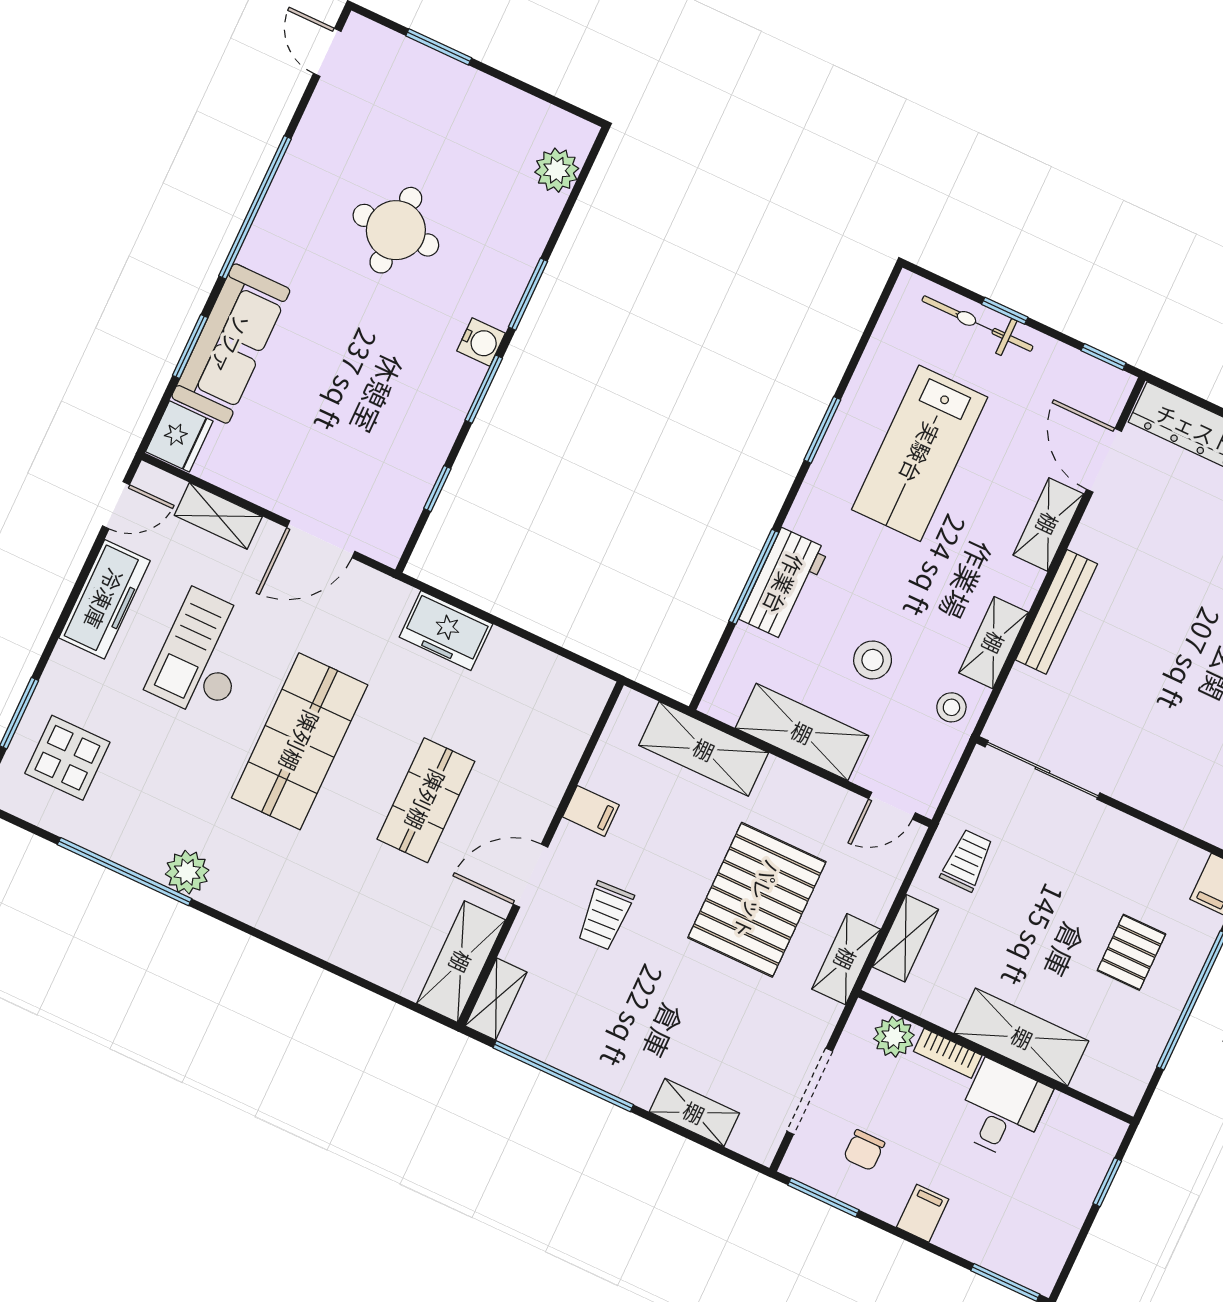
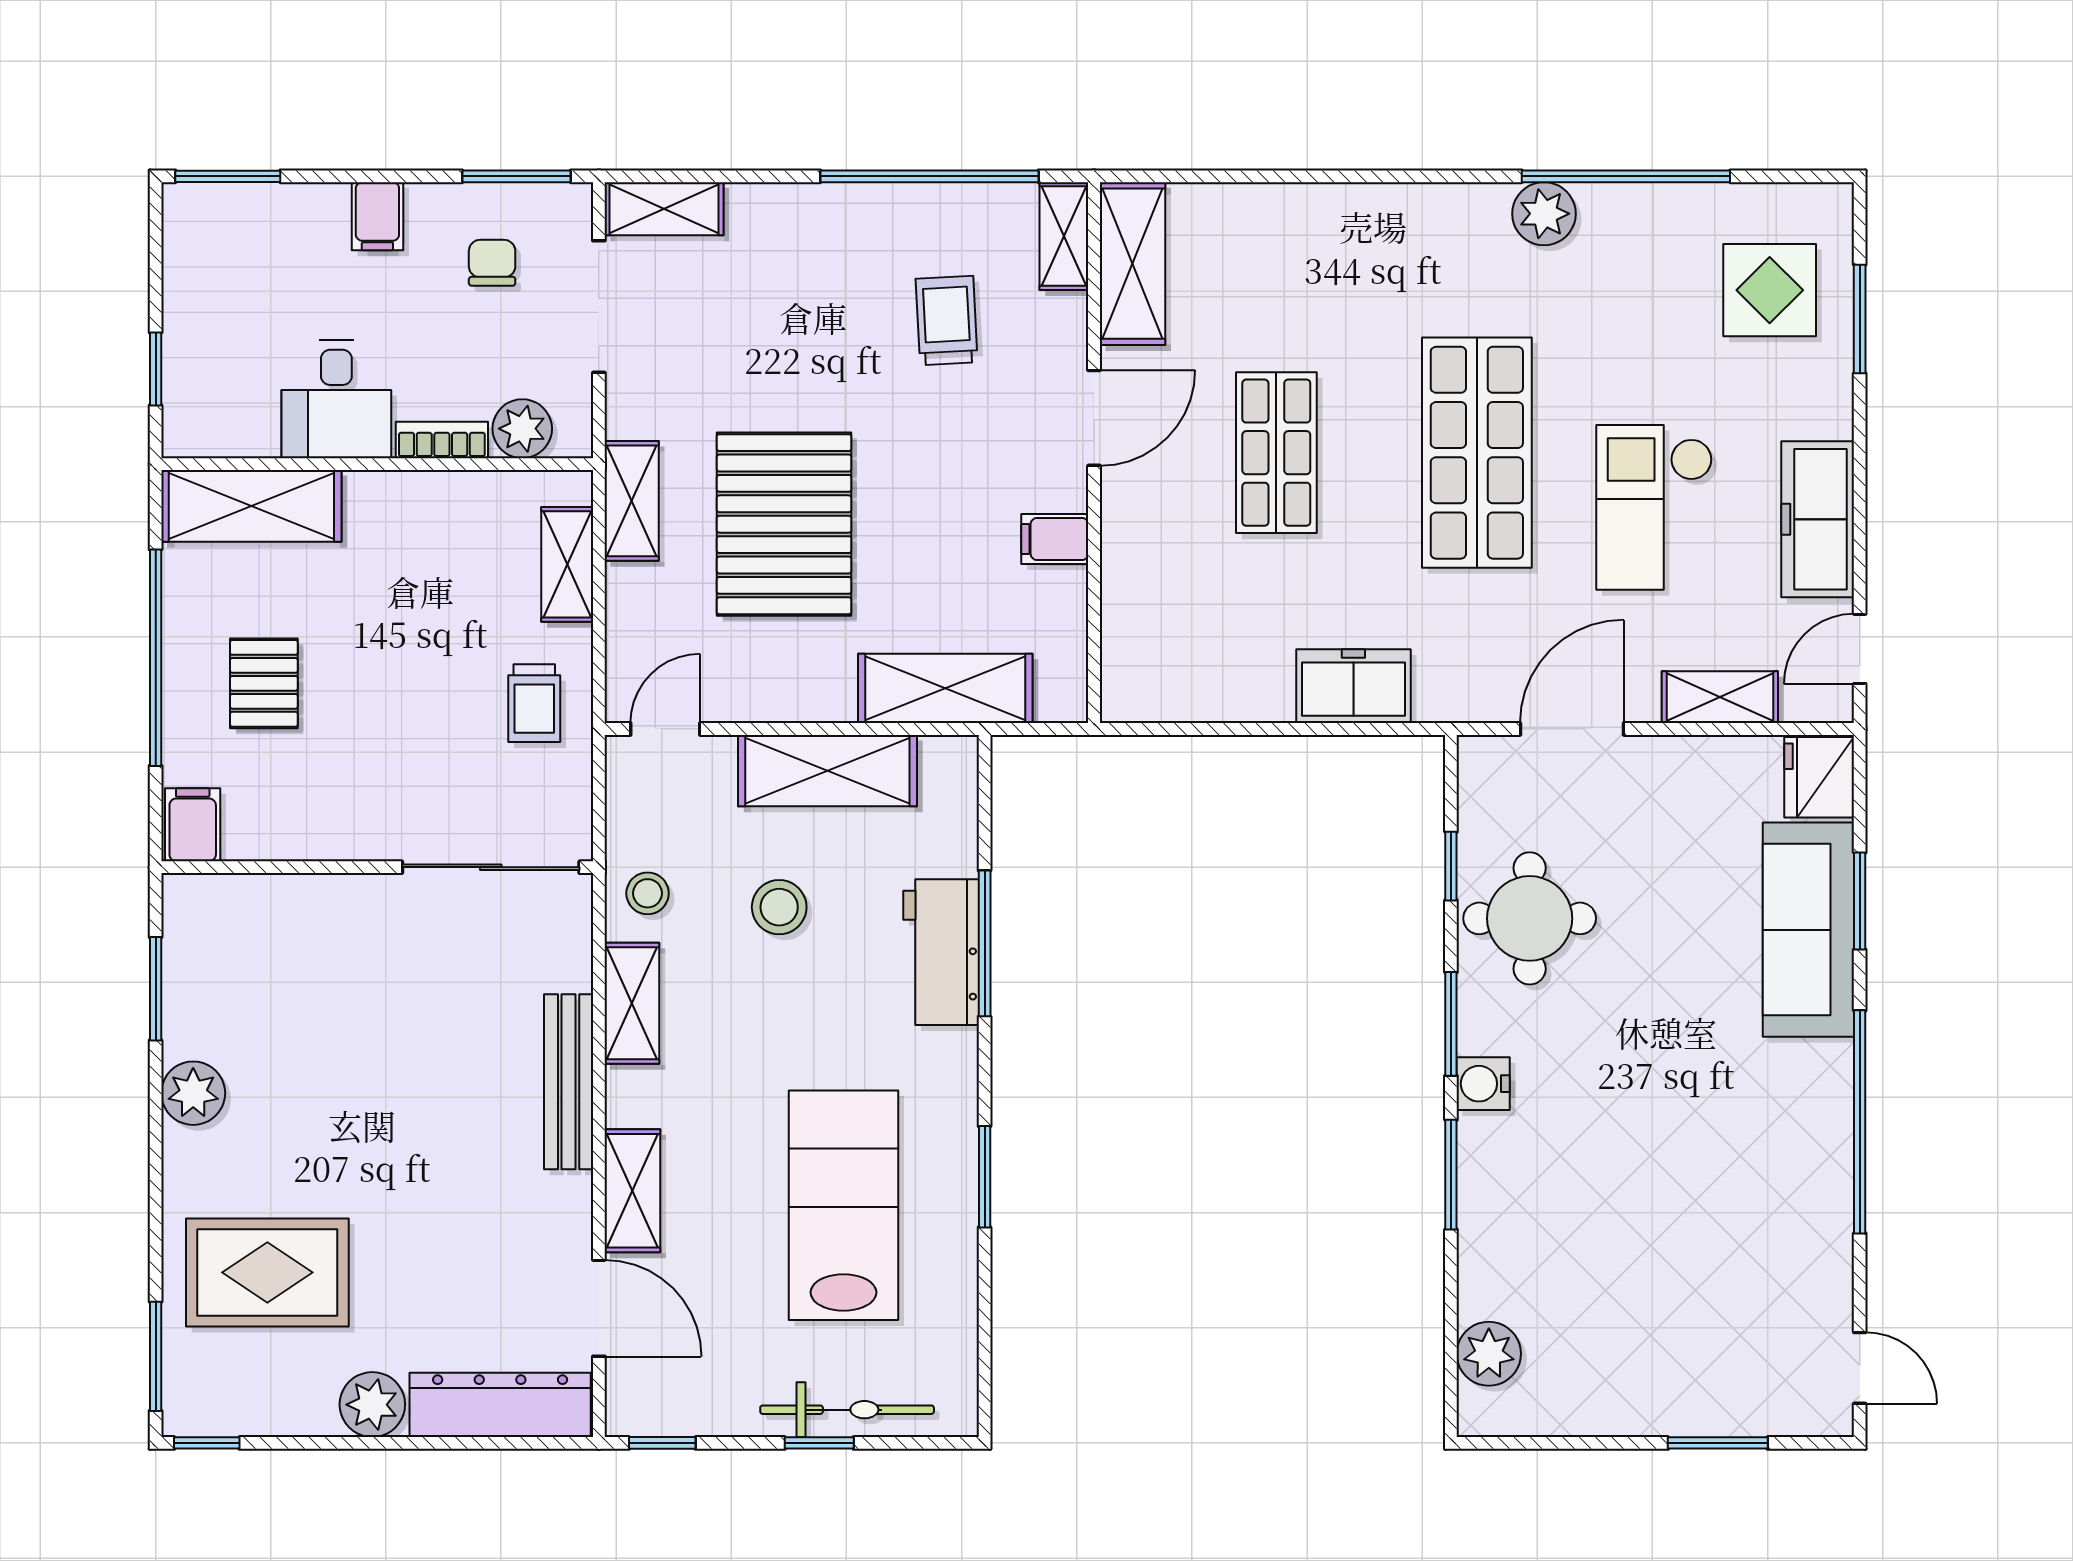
round table: (396, 230) -> (1530, 918), moved
checkout: (204, 655) -> (1654, 507), turned 180
trolley: (605, 916) -> (947, 321), moved
shelving: (1022, 1037) -> (251, 506), moved
shelving: (694, 1112) -> (664, 209), moved

